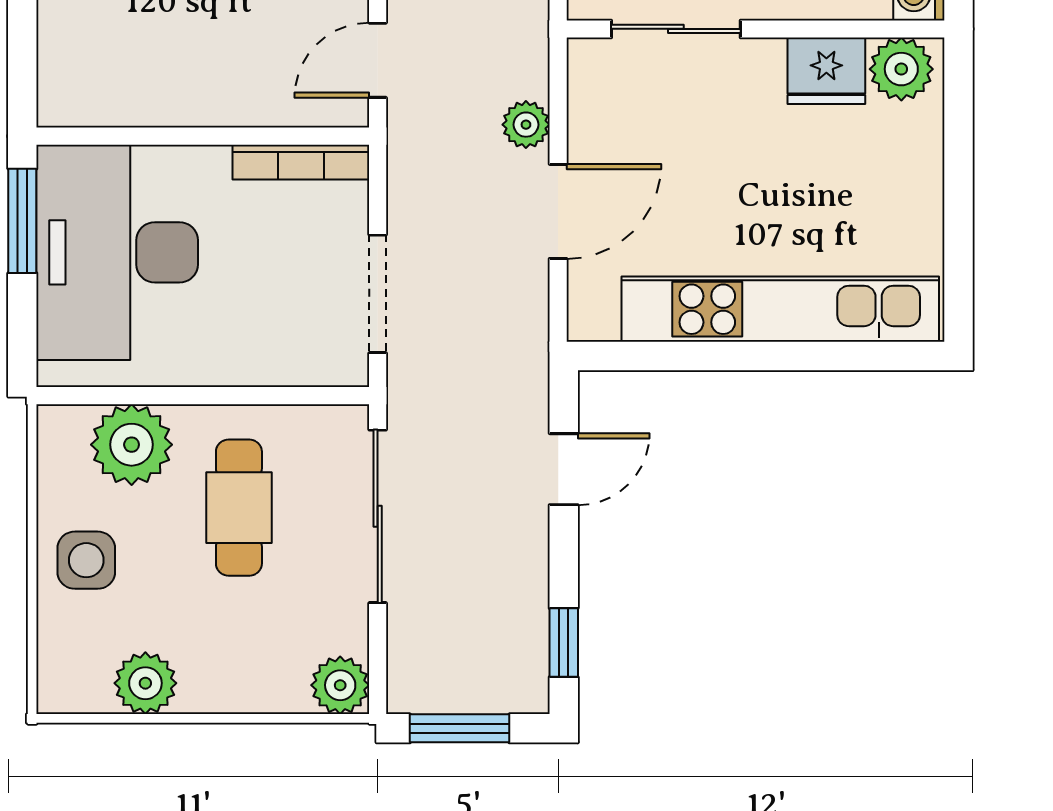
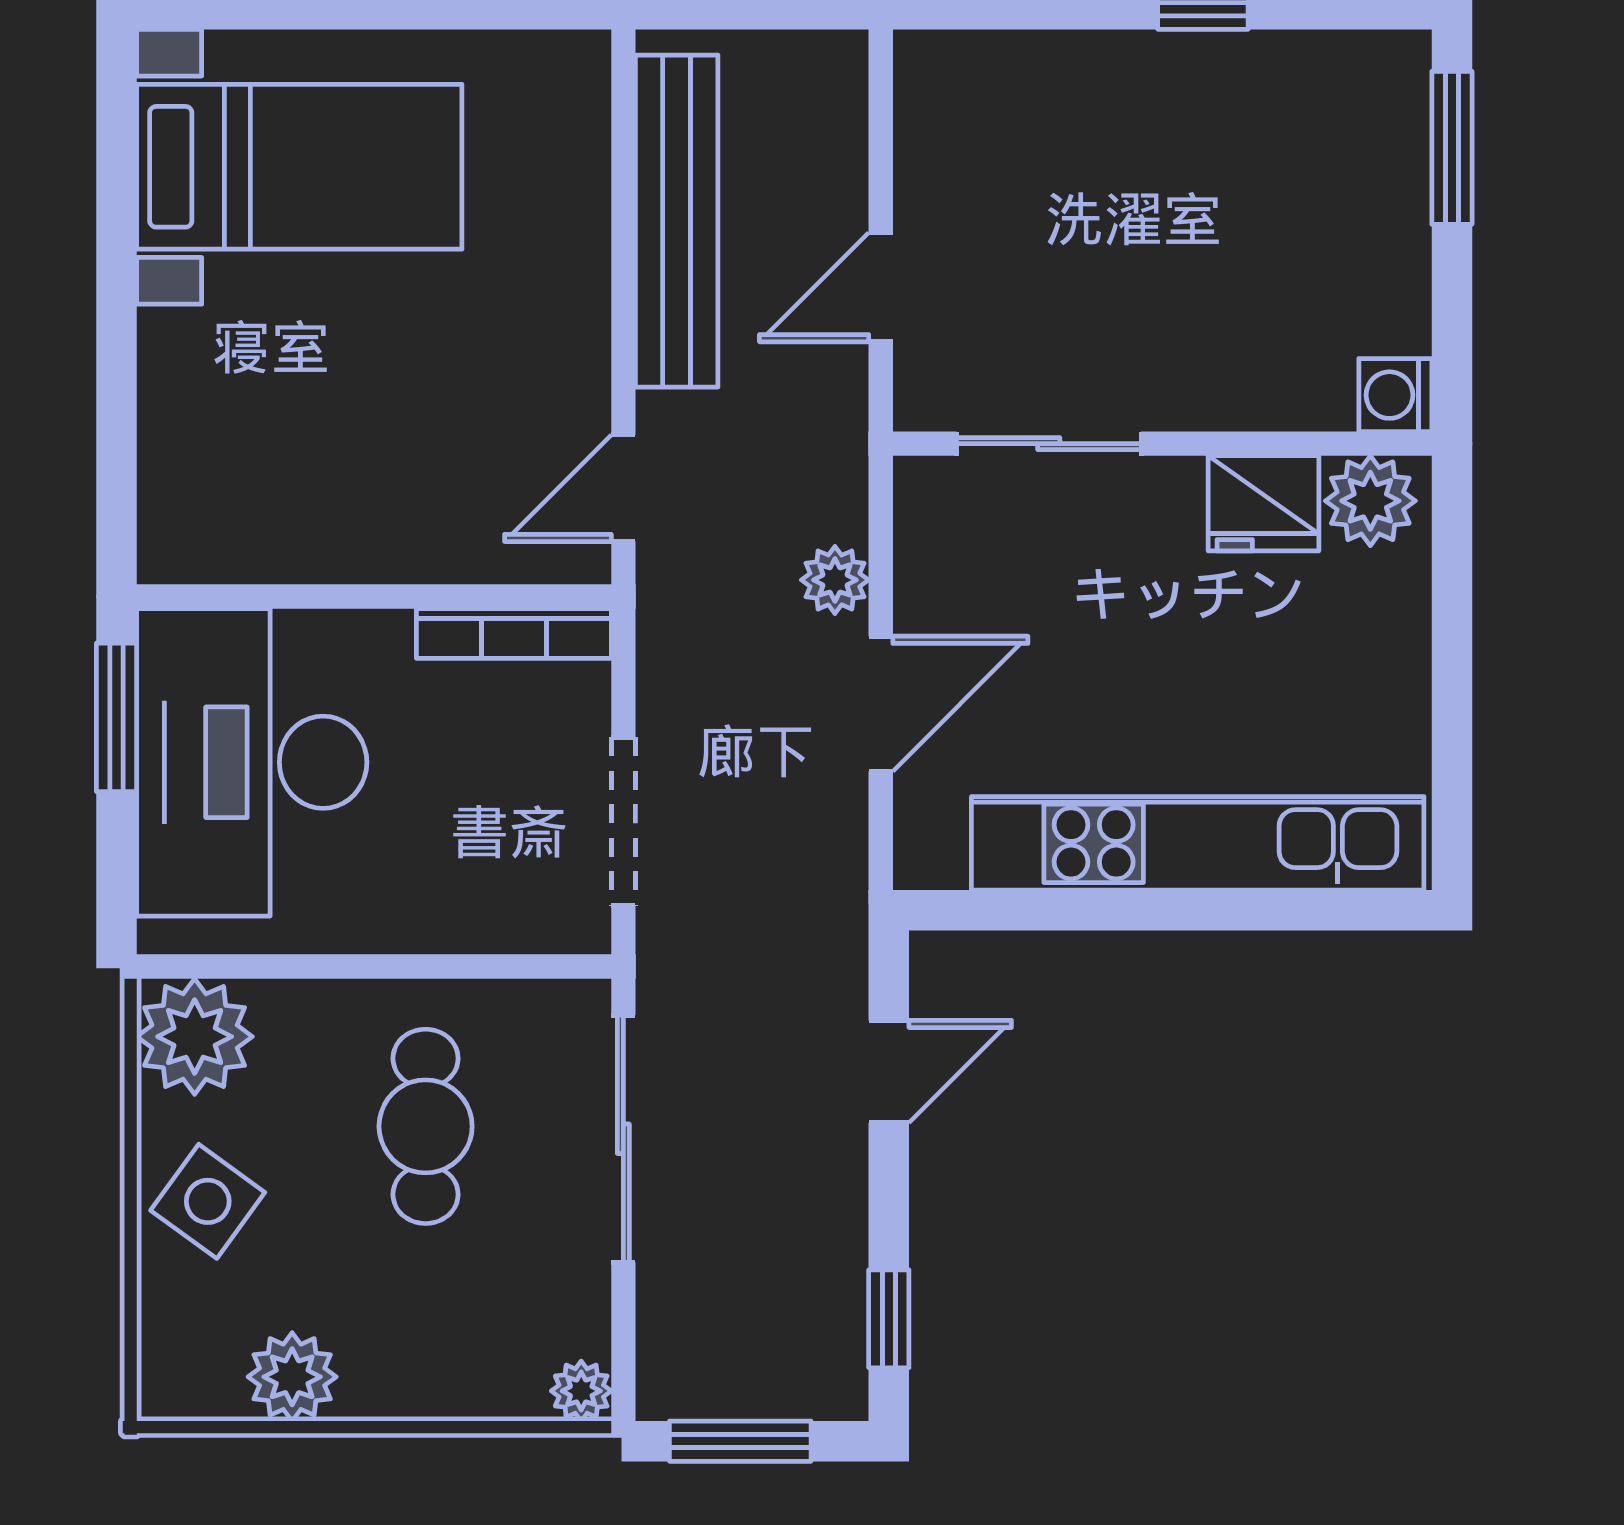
plant: (132, 445) -> (195, 1037), moved
side table: (86, 560) -> (208, 1201), turned 36
plant: (340, 685) -> (581, 1391), width x0.73, depth x0.73

